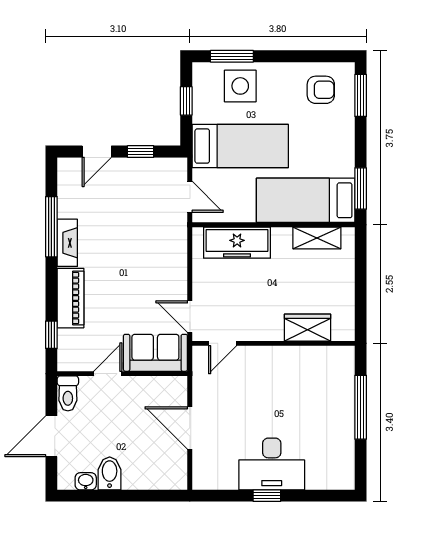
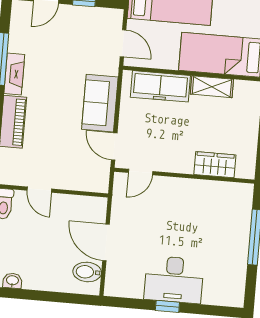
shelving: (317, 238) -> (212, 87), moved
sofa: (155, 353) -> (100, 103), moved, turned -90
door: (108, 374) -> (39, 190), swing flipped
bidet: (110, 473) -> (87, 272), moved, turned -90

